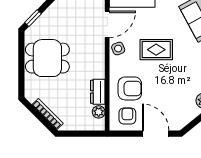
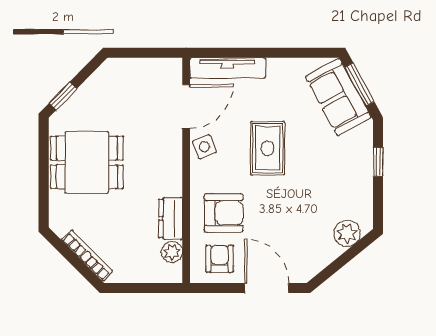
rug: (156, 50) -> (268, 148), turned 90

